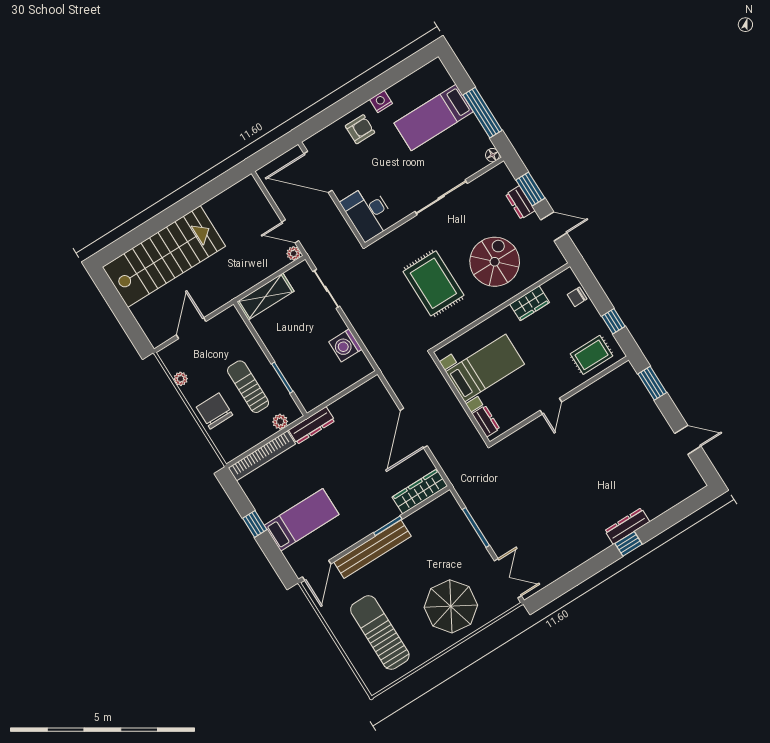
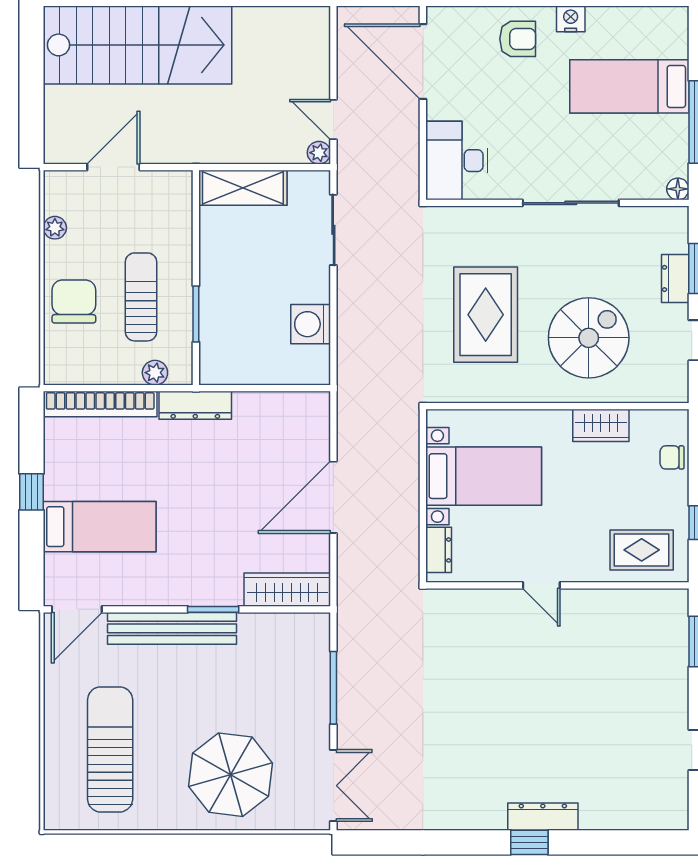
door: (551, 406) -> (541, 585), hinge flipped

